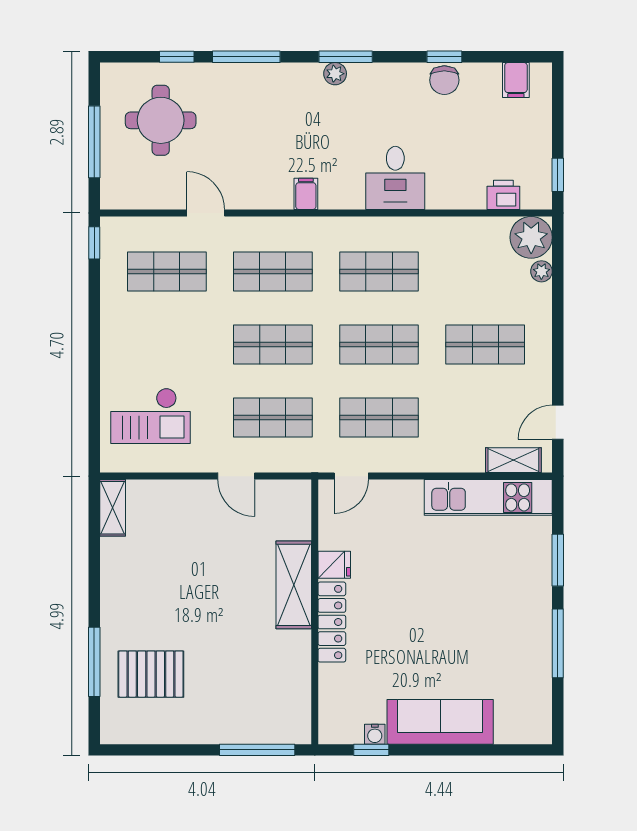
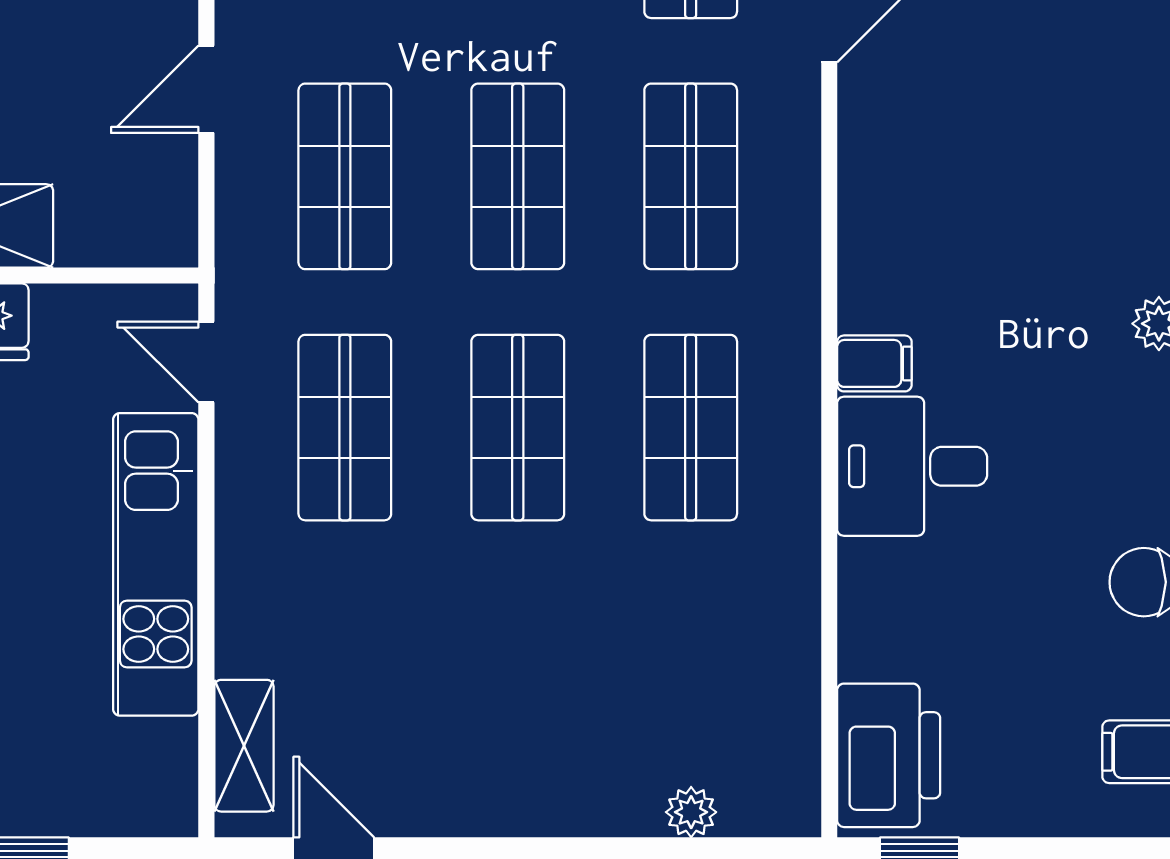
filing cabinet: (306, 194) -> (874, 363), moved
printer: (503, 195) -> (889, 755), width x1.87, depth x1.48
plant: (531, 237) -> (771, 788), removed
shop shelf: (485, 345) -> (518, 679), removed
kitchen unit: (488, 497) -> (156, 564), moved

